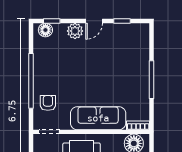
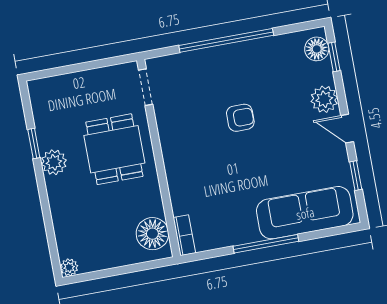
armchair: (48, 103) -> (240, 118), moved
sofa: (98, 118) -> (305, 213), moved, turned -90

